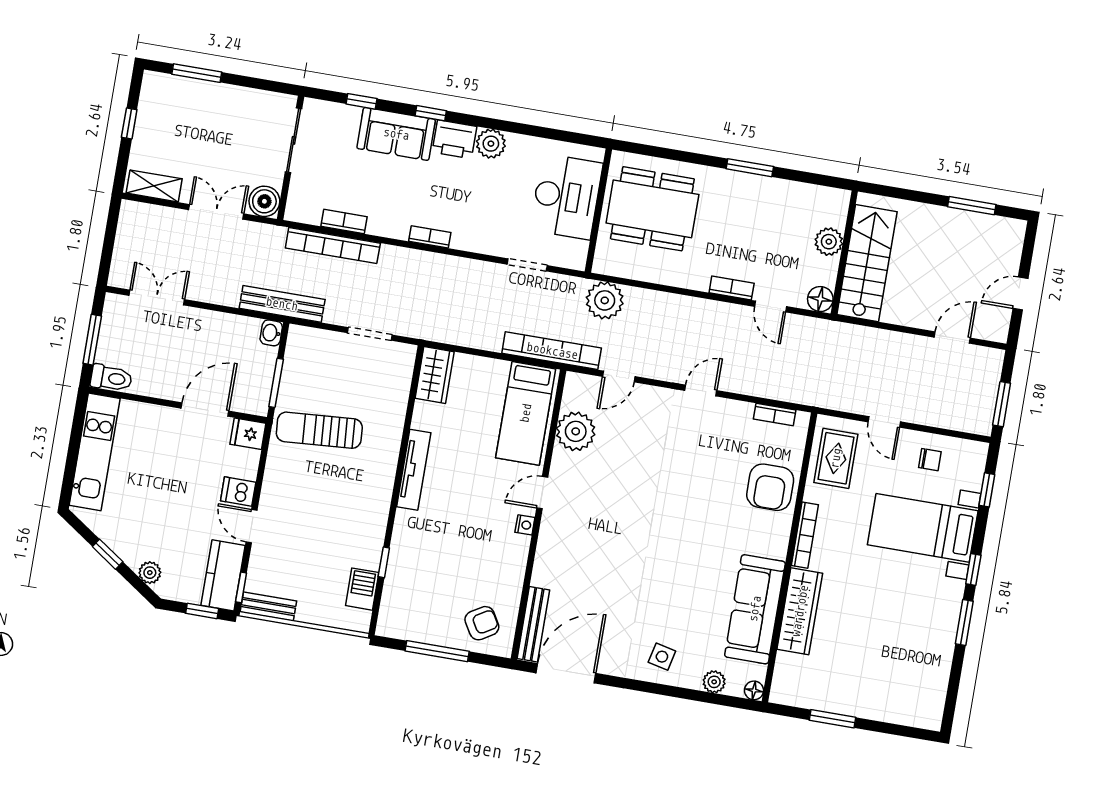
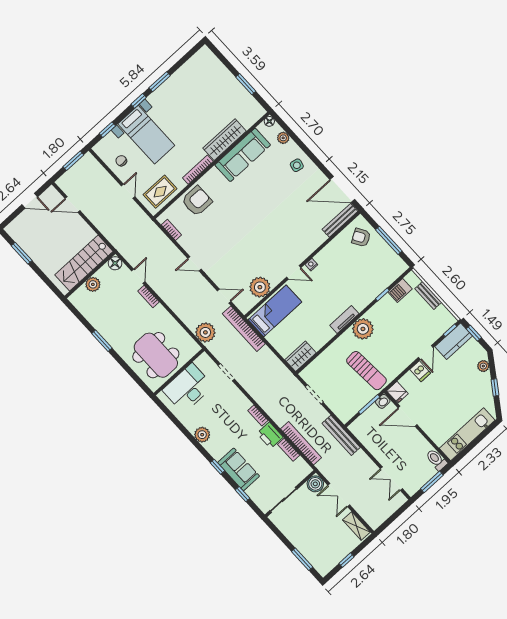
printer: (454, 139) -> (270, 435), moved, turned 180
washbasin: (271, 333) -> (383, 401), moved
tv unit: (414, 470) -> (344, 319), width x0.71
plant: (373, 488) -> (363, 329), added
bench: (268, 607) -> (428, 295), moved

